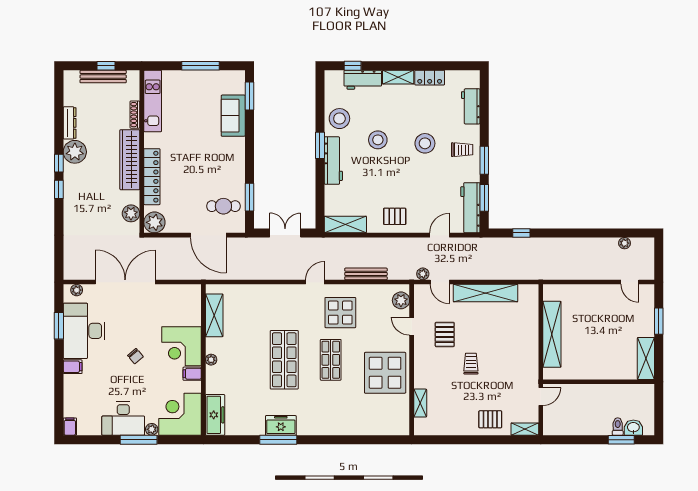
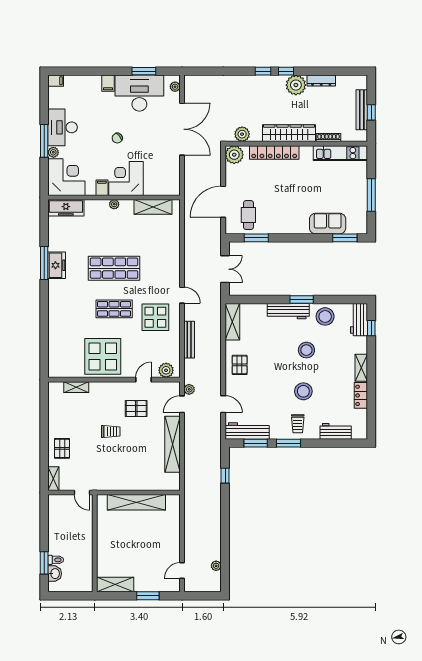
workbench: (363, 80) -> (359, 320), moved

